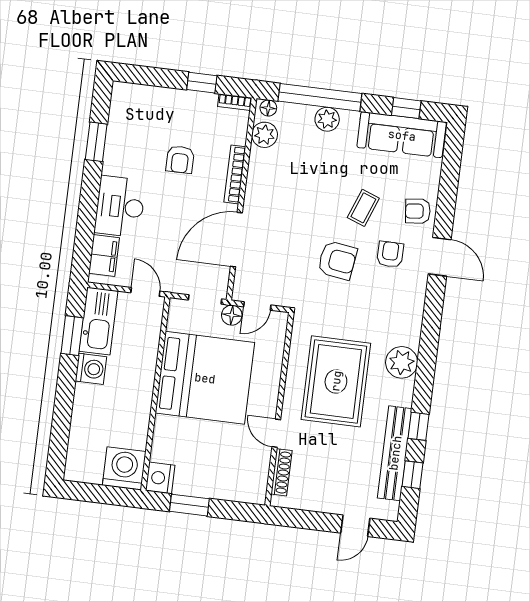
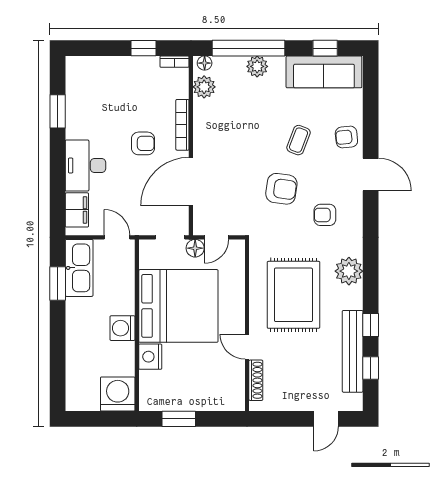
armchair: (180, 160) -> (143, 143), moved, turned -90
armchair: (390, 254) -> (325, 215), moved, turned -91
washing machine: (91, 369) -> (122, 328), moved, turned 180
nightstand: (160, 478) -> (150, 357), moved

